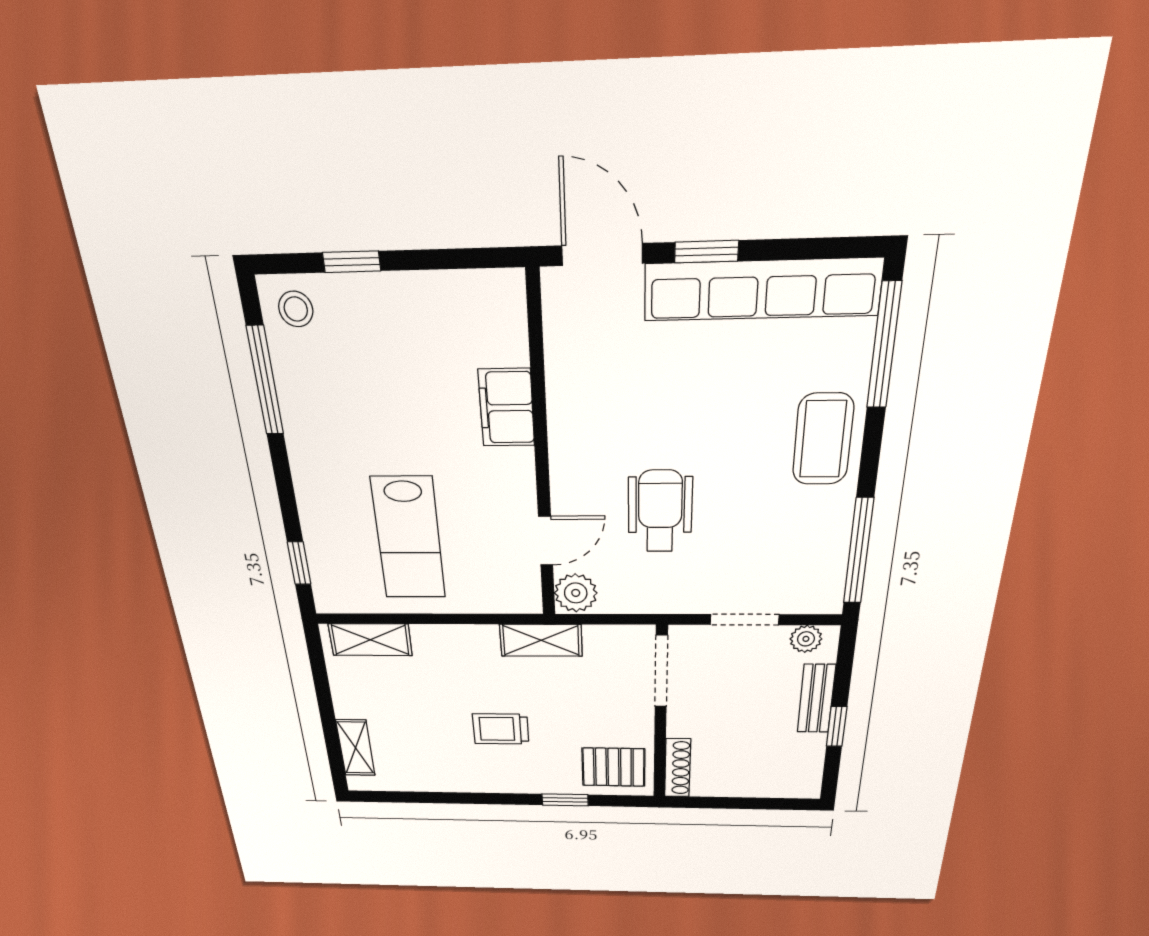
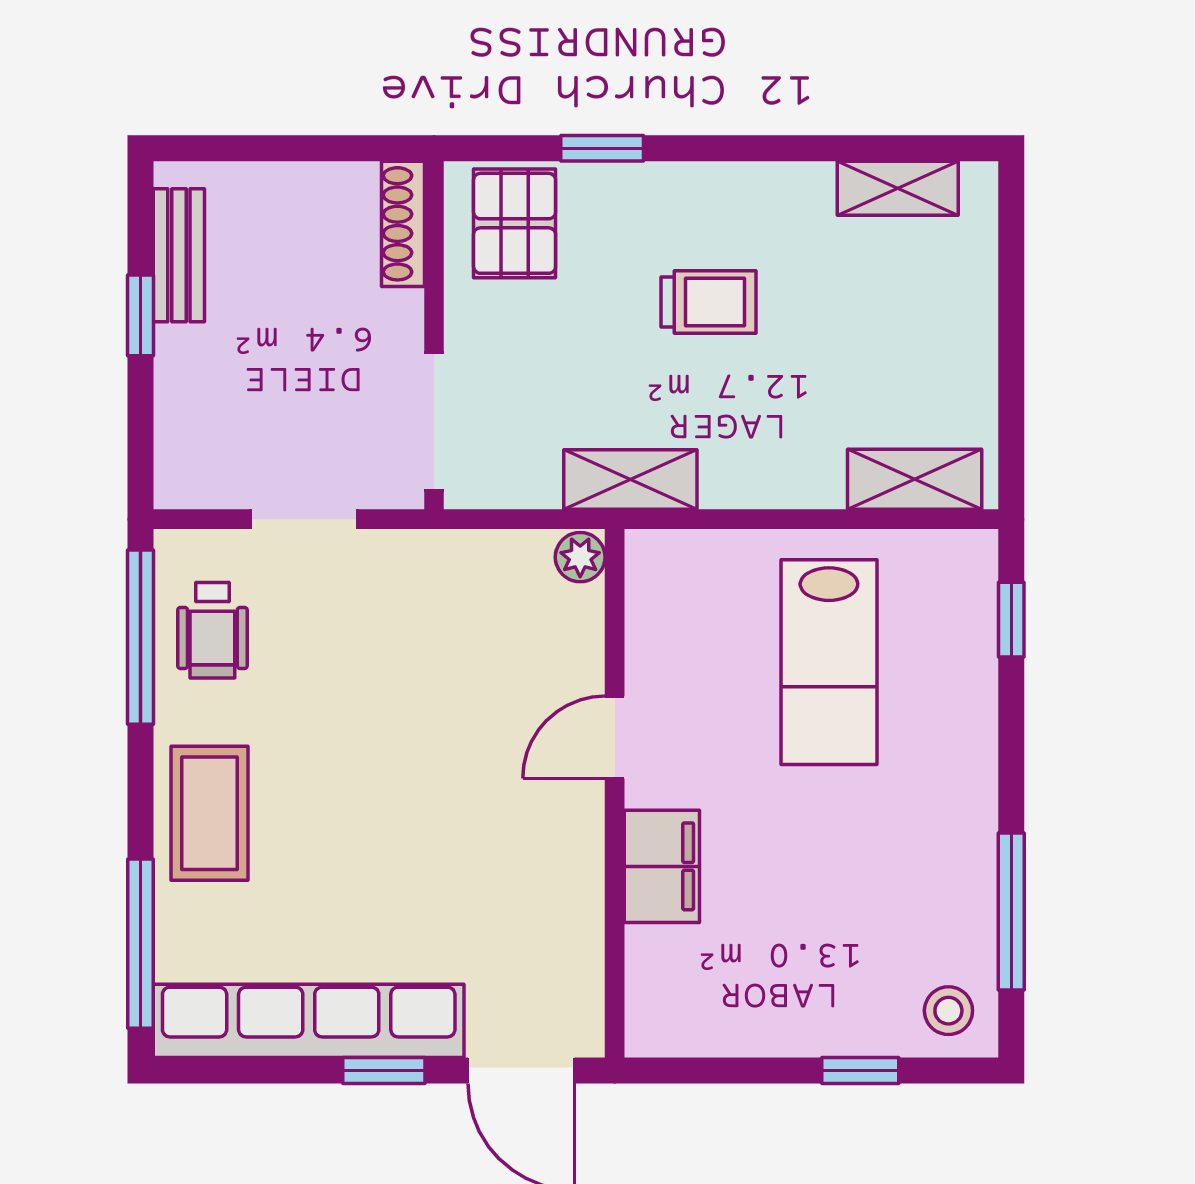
wheelchair: (660, 511) -> (212, 630), moved, width x0.73, depth x0.73
lab bench: (409, 538) -> (829, 662), turned 180
door: (546, 541) -> (615, 737), moved
plant: (576, 593) -> (580, 557), width x0.73, depth x0.73
plant: (806, 639) -> (205, 484), removed
bench: (816, 699) -> (179, 255), moved
shelving: (356, 748) -> (898, 188), moved, turned 90
pallet: (613, 767) -> (515, 223), turned 90

